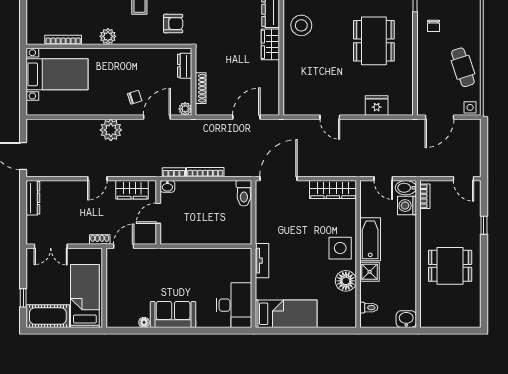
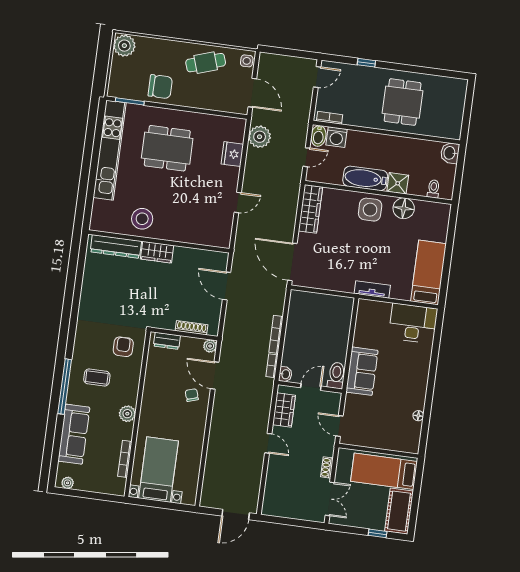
chair: (433, 26) -> (160, 87), width x1.87, depth x1.87
plant: (111, 130) -> (260, 137), moved
toilet: (244, 193) -> (336, 375), moved, turned -90
dresser: (33, 198) -> (279, 510), removed
door: (158, 213) -> (311, 387), swing flipped
shoe rack: (100, 240) -> (327, 467), moved
sofa: (173, 314) -> (362, 371), moved, turned 180

